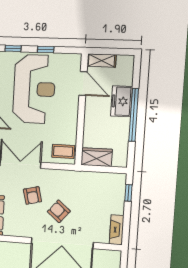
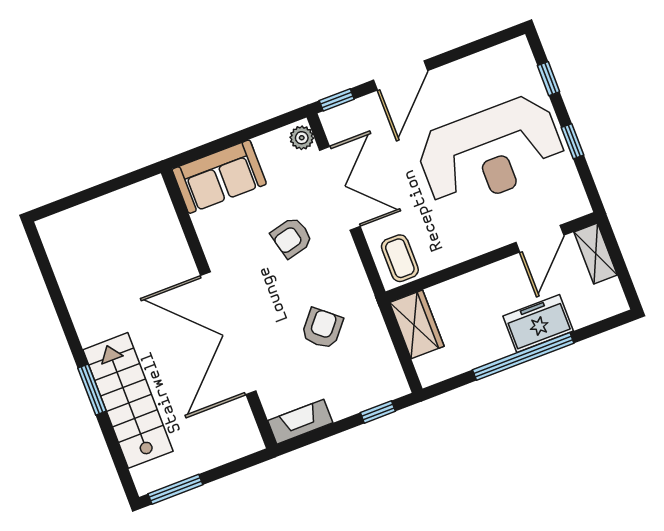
armchair: (59, 211) -> (322, 328), moved

